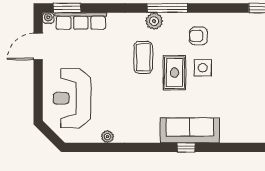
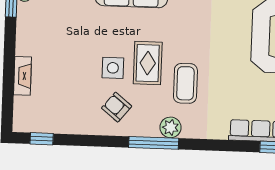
armchair: (198, 36) -> (117, 107), turned -141

